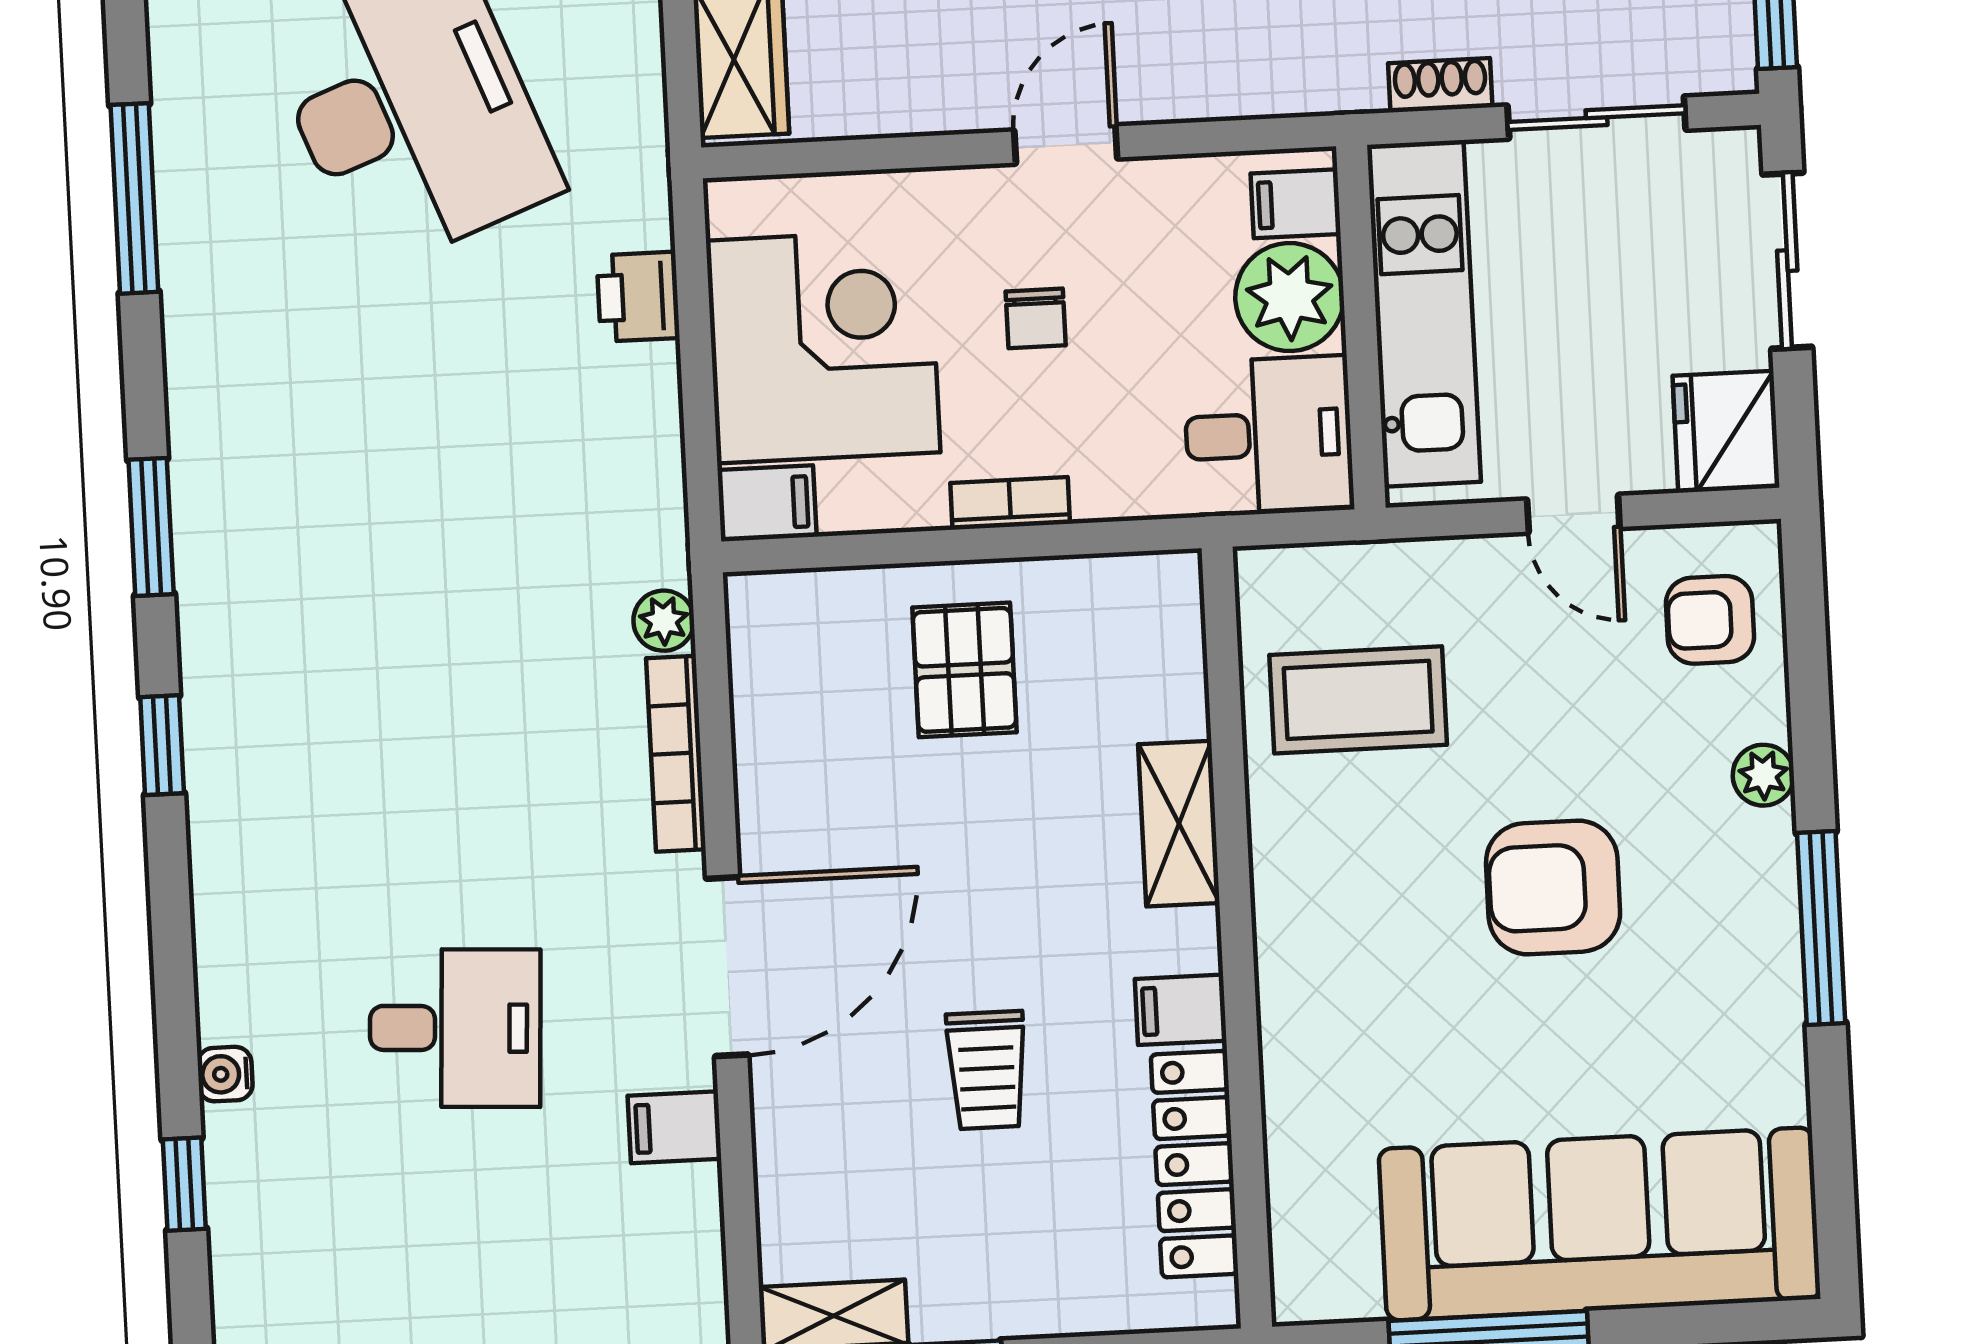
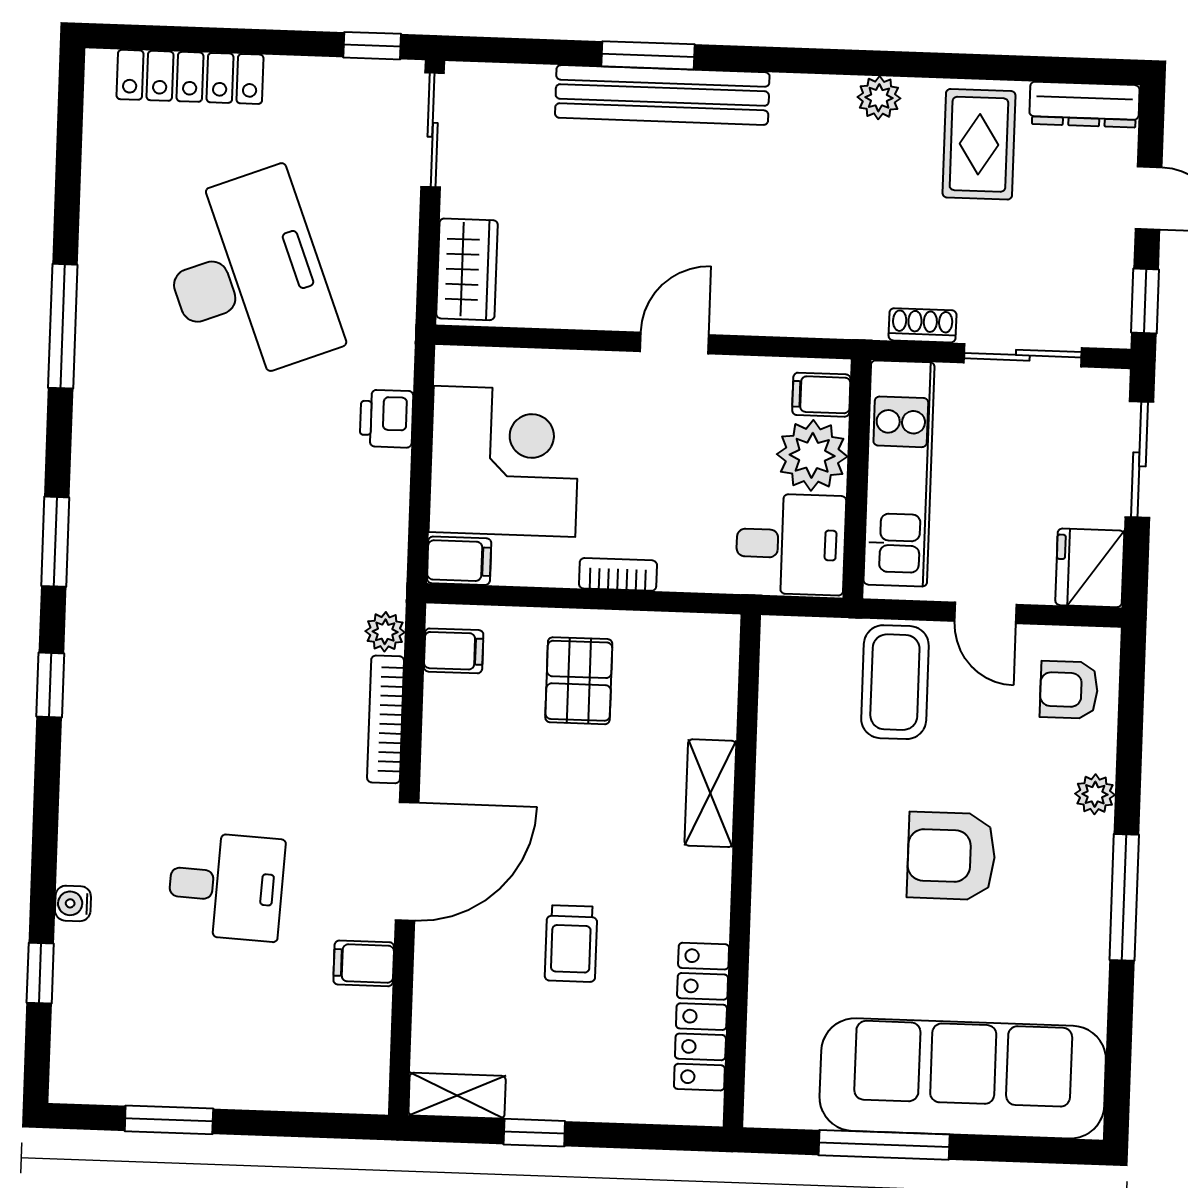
chair: (1036, 318) -> (645, 455), removed
coffee table: (1358, 700) -> (895, 682), moved, turned 90
filing cabinet: (1181, 1010) -> (454, 651), moved, turned 180

